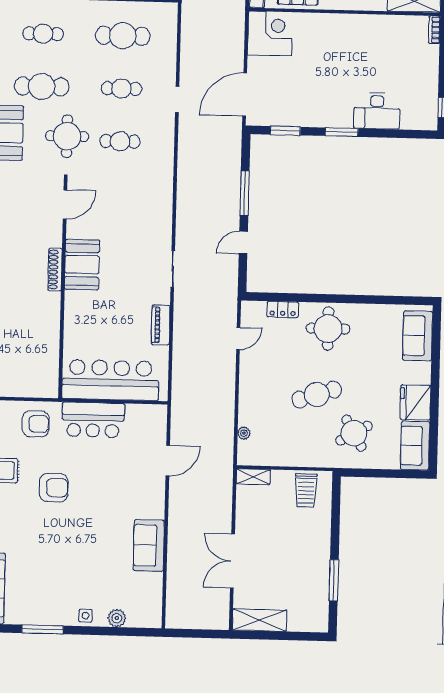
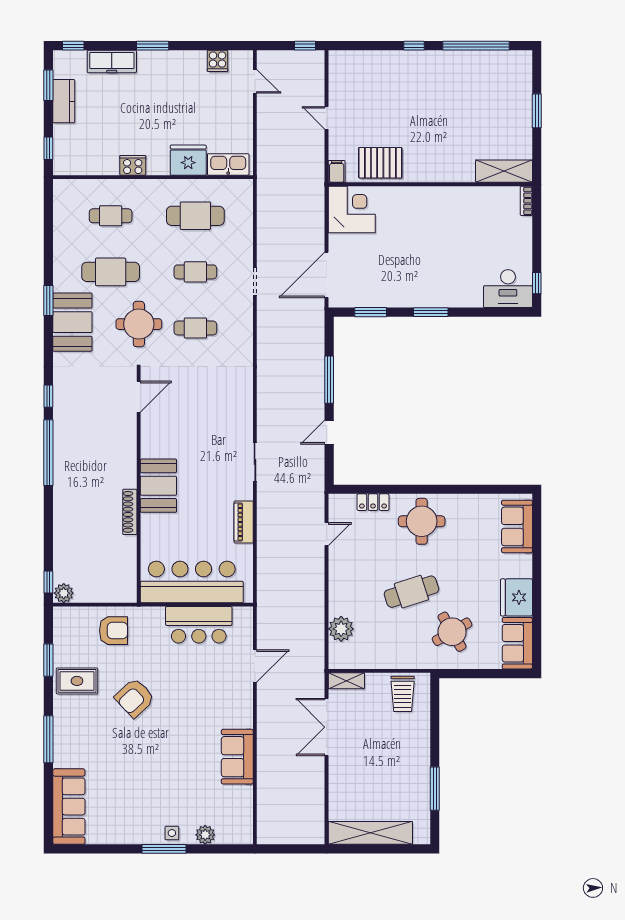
desk: (377, 111) -> (508, 289), moved
booth: (82, 265) -> (158, 486), moved
shoe rack: (55, 270) -> (130, 512), moved
bar counter: (93, 420) -> (199, 625), moved
plant: (244, 433) -> (341, 629), width x1.88, depth x1.88
armchair: (54, 488) -> (135, 698), turned 137
double door: (232, 561) -> (327, 727), moved
shelving: (260, 620) -> (370, 833), width x1.47
window: (43, 629) -> (164, 849), moved

